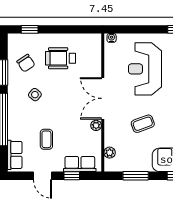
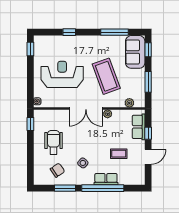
window: (30, 29) -> (30, 124), moved
wheelchair: (61, 58) -> (54, 142), turned 180
reception desk: (145, 69) -> (62, 74), turned 180
coffee table: (143, 124) -> (106, 76), width x1.86, depth x1.72
row of seats: (15, 155) -> (106, 179), moved

